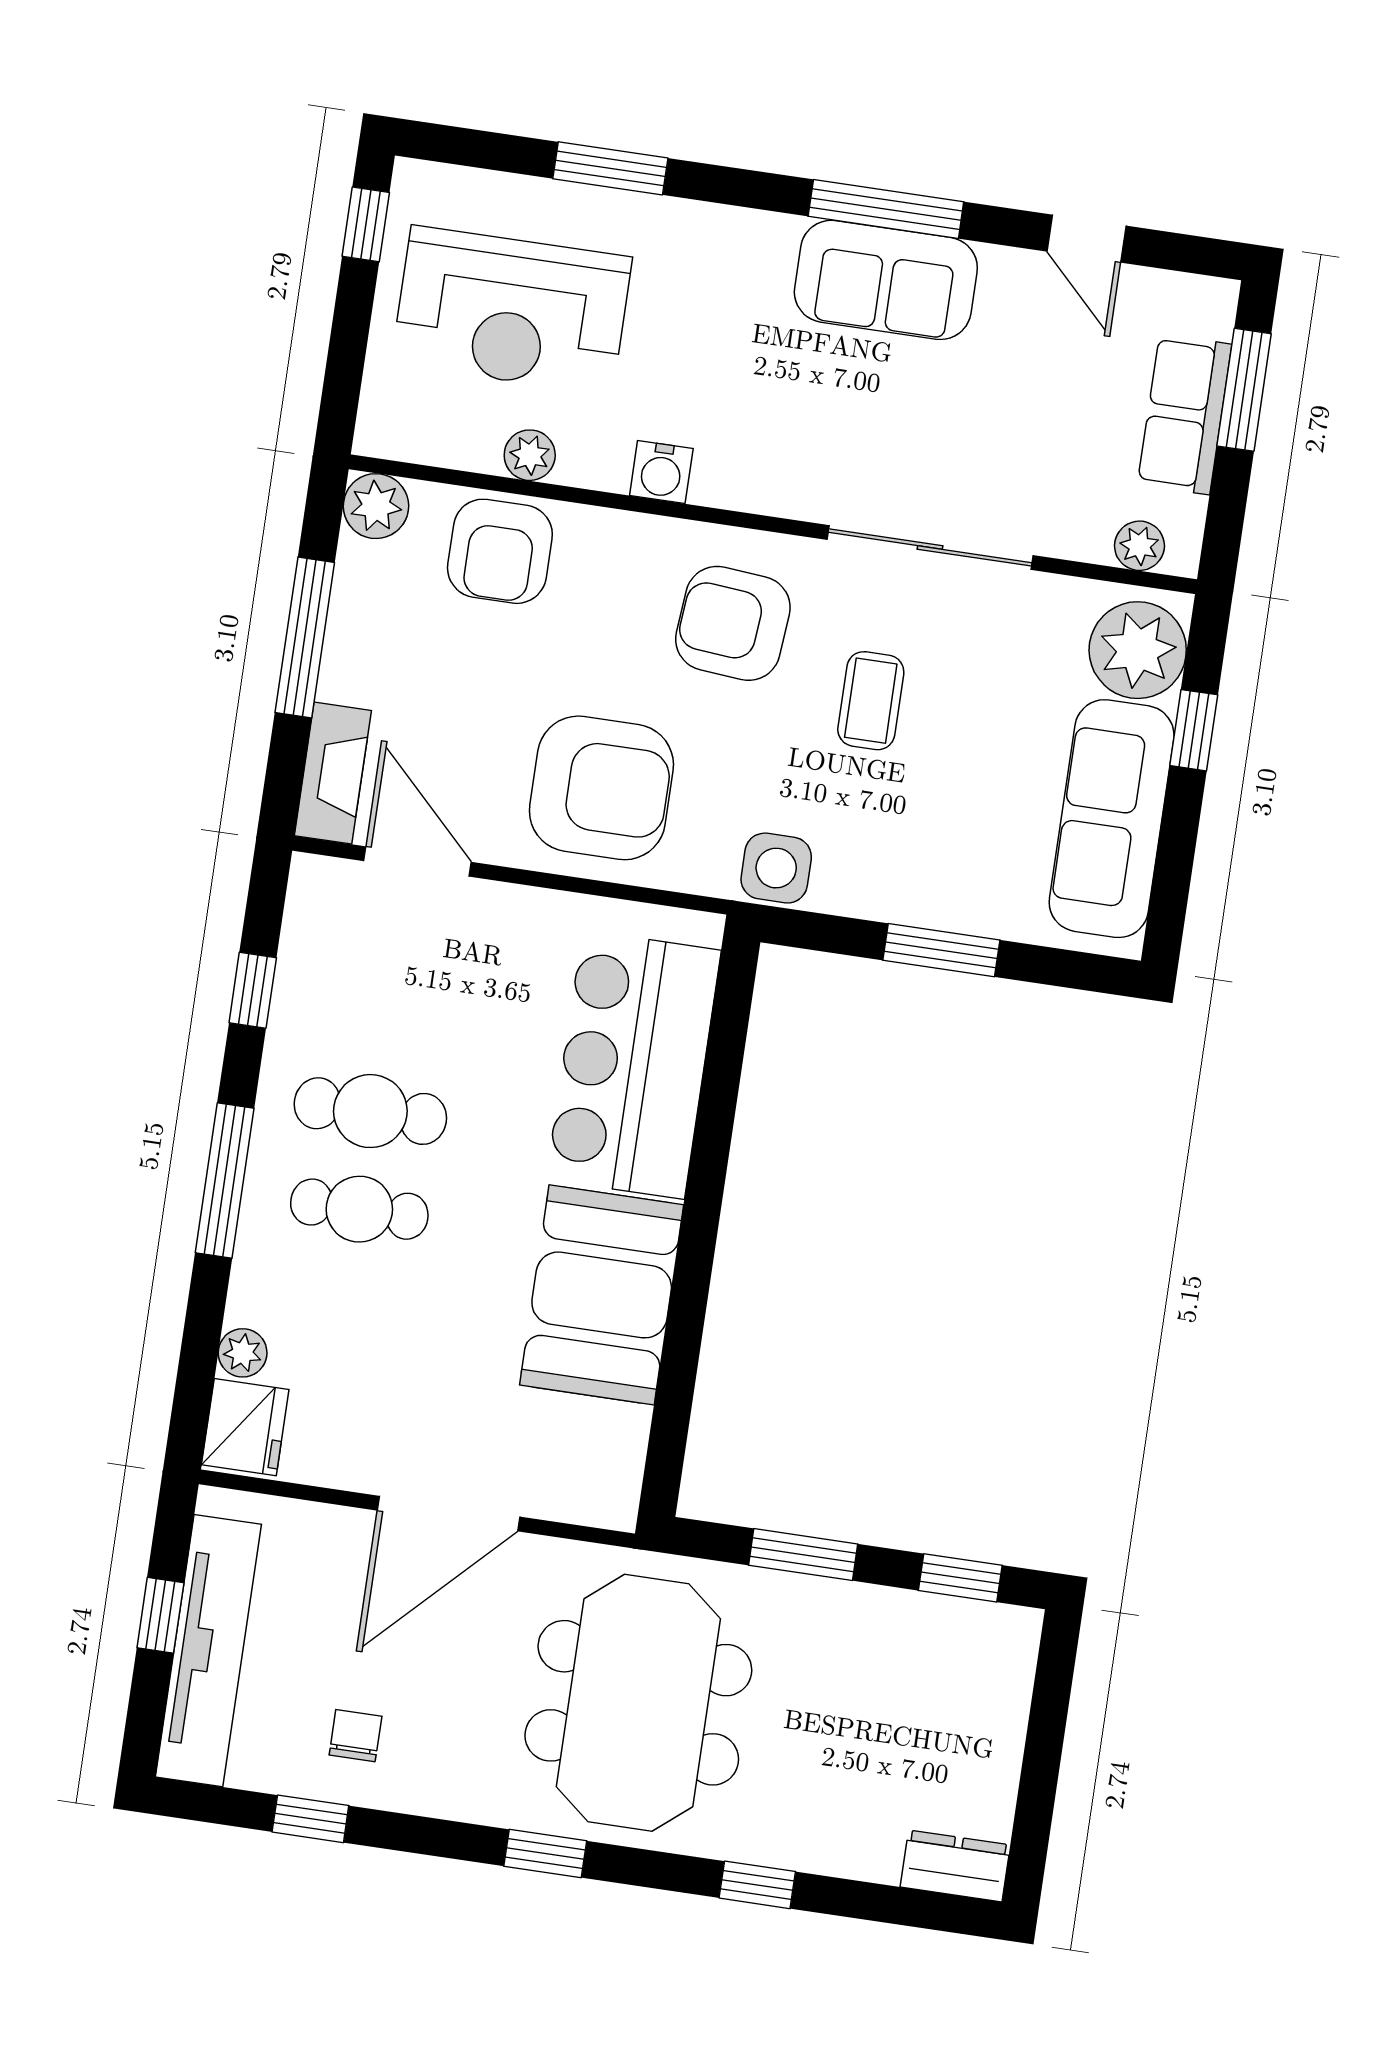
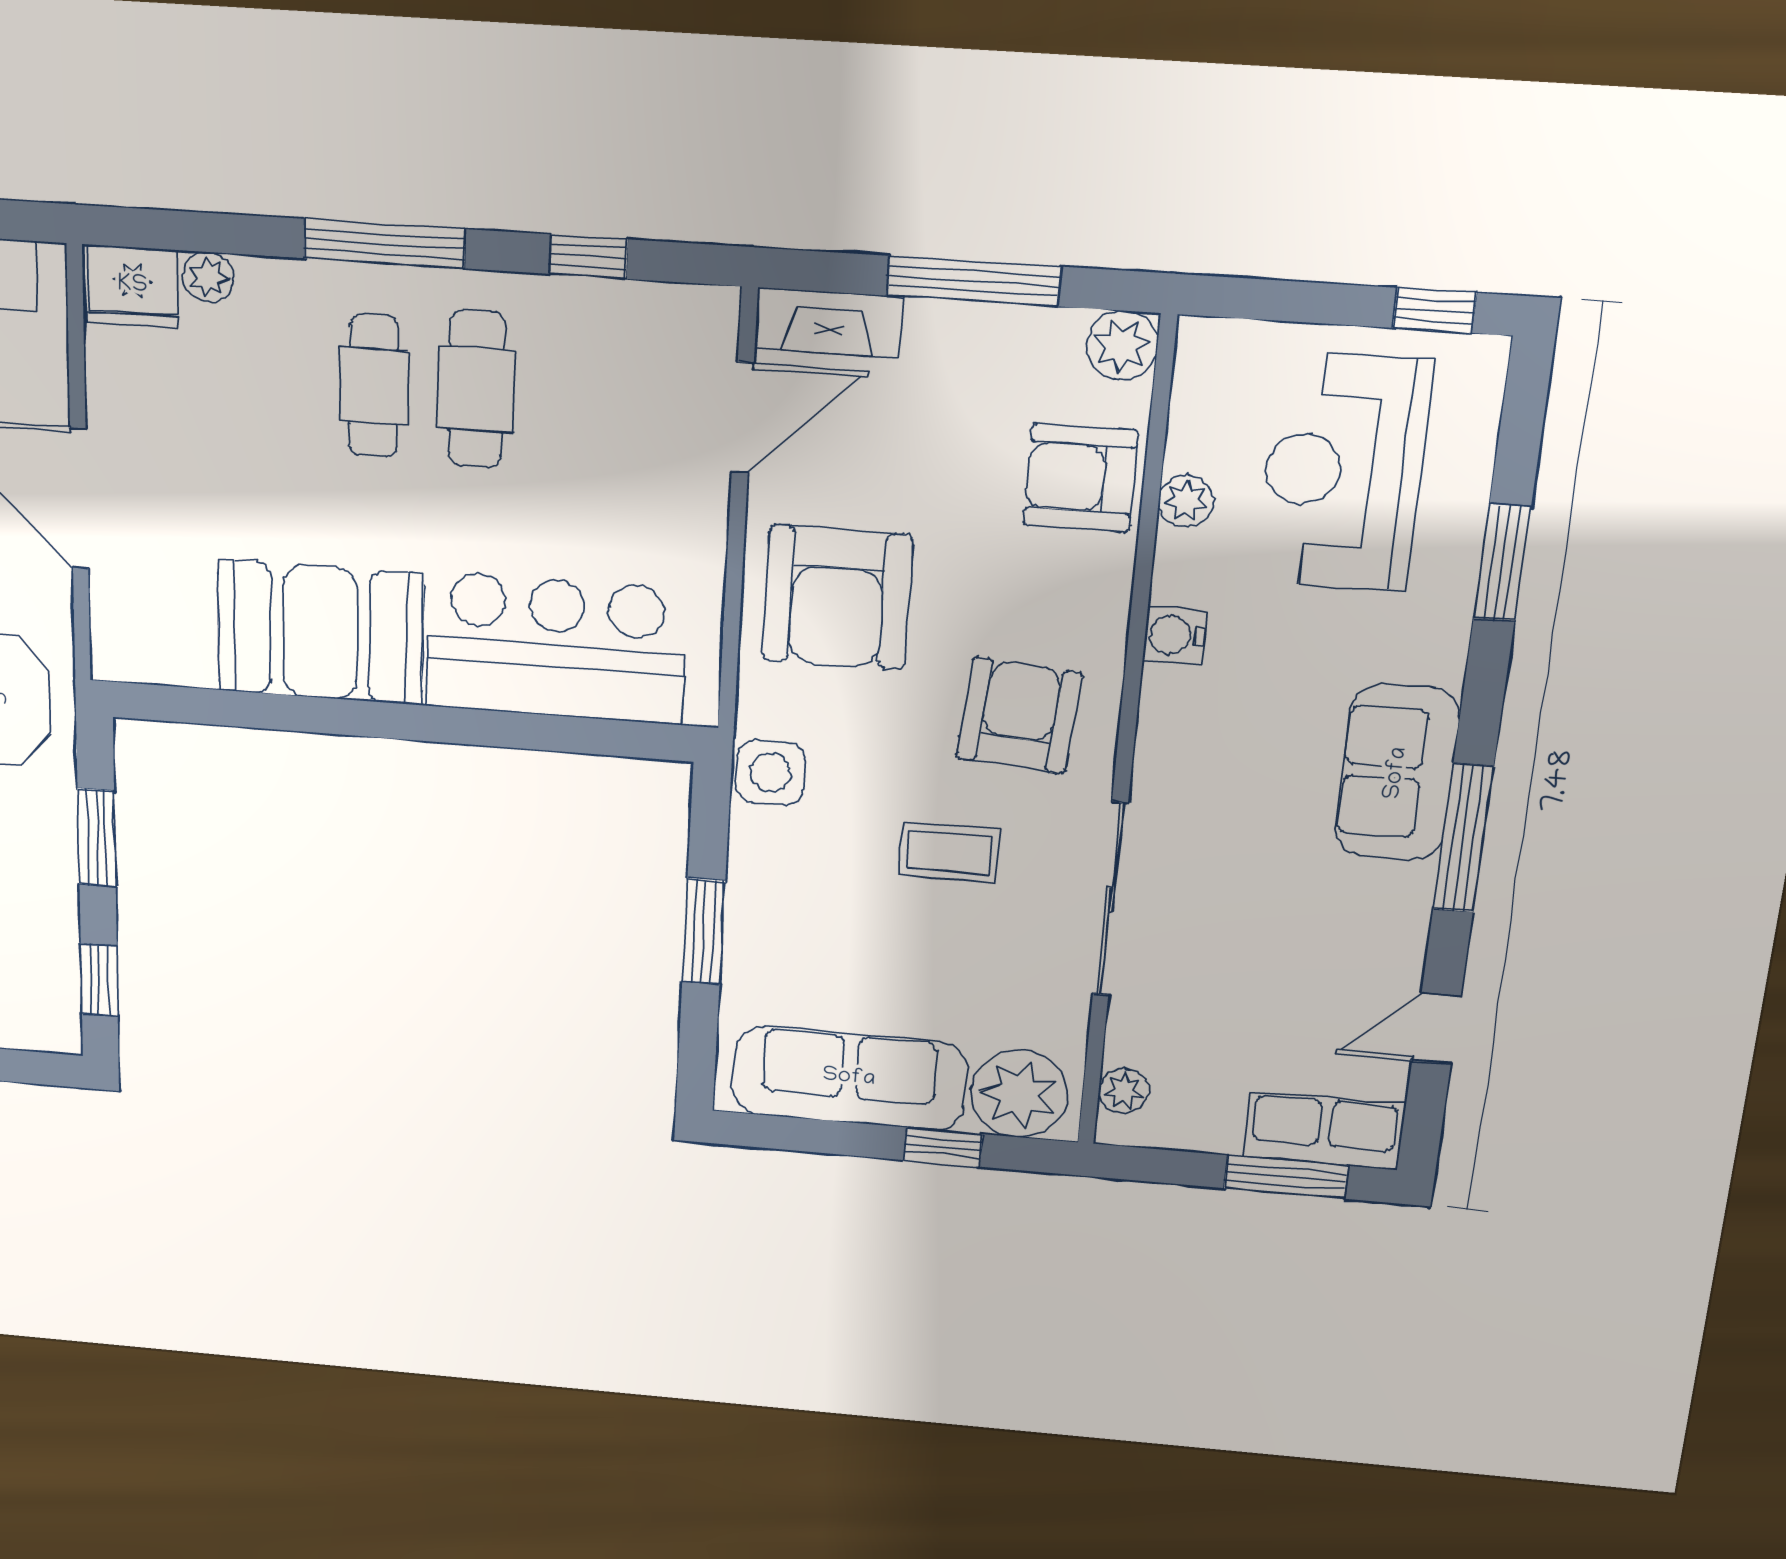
sofa: (886, 280) -> (1397, 773), moved
row of seats: (1185, 414) -> (1324, 1131), moved

